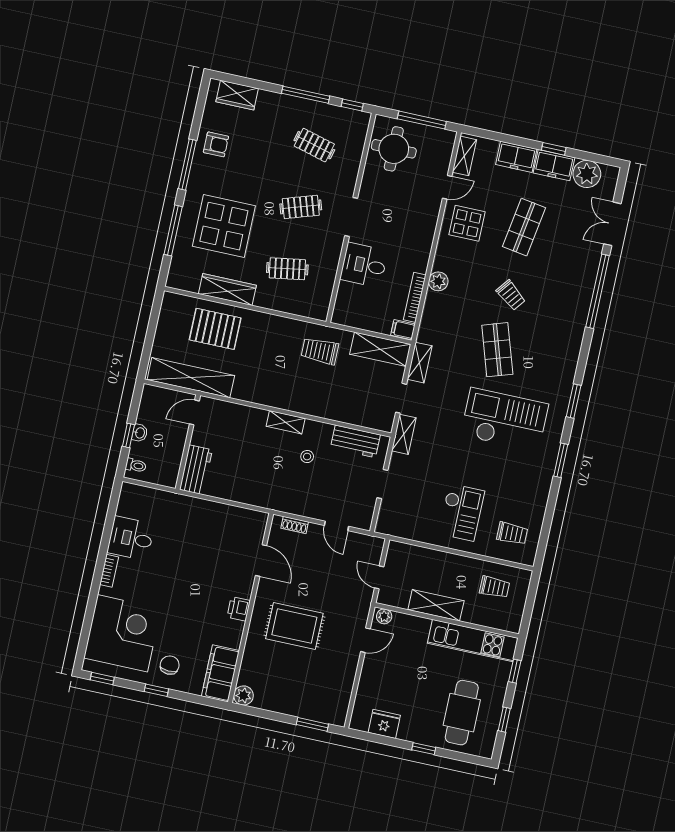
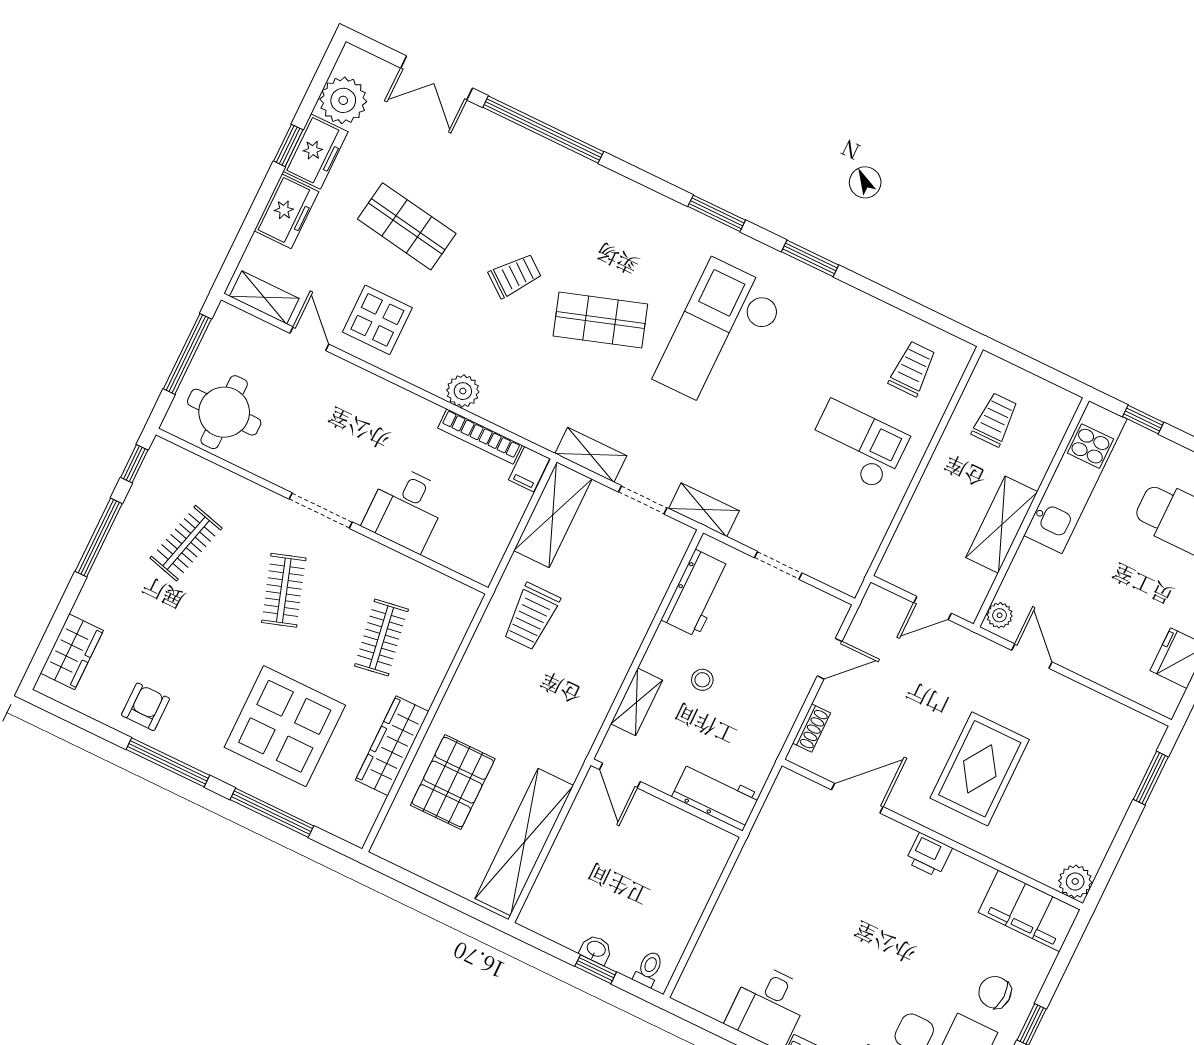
door: (194, 412) -> (620, 776), moved
wall: (188, 442) -> (667, 798), moved
workbench: (196, 470) -> (716, 796), moved

